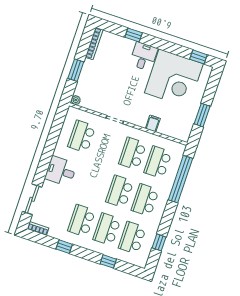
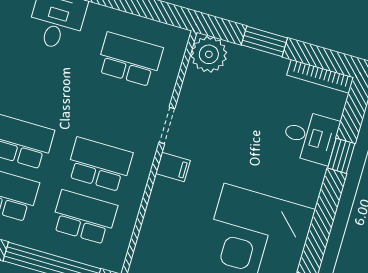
desk: (143, 56) -> (310, 137), moved
plant: (76, 100) -> (209, 54), width x1.87, depth x1.87
filing cabinet: (153, 124) -> (173, 167), moved

